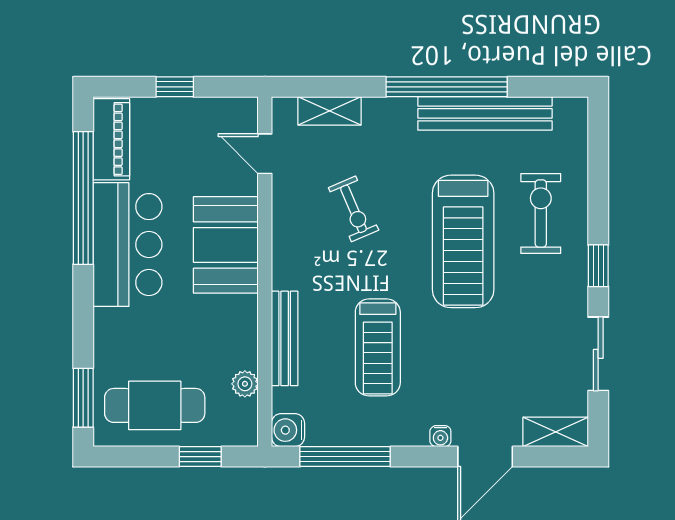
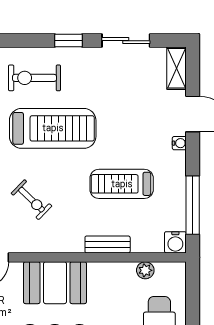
exercise bike: (354, 209) -> (32, 200), turned 67
bench: (285, 338) -> (108, 244), width x0.73
treadmill: (378, 347) -> (122, 184), turned 180
window: (200, 457) -> (193, 299), removed

